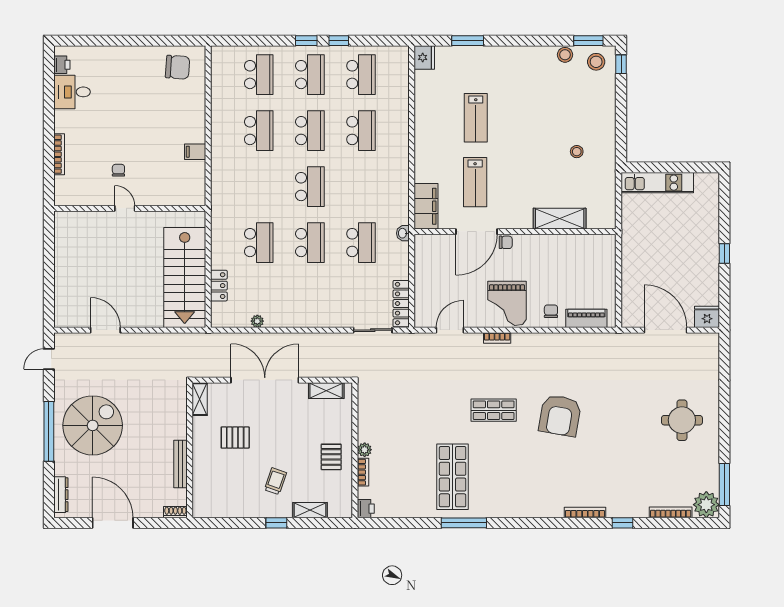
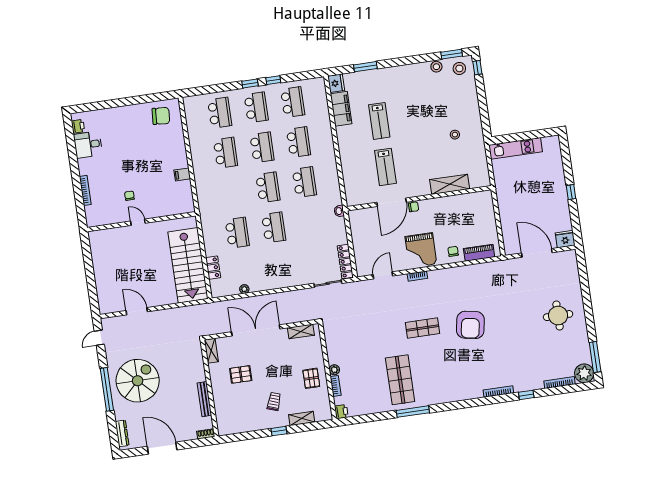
filing cabinet: (426, 206) -> (341, 109), moved
school desk: (361, 243) -> (304, 182), moved

